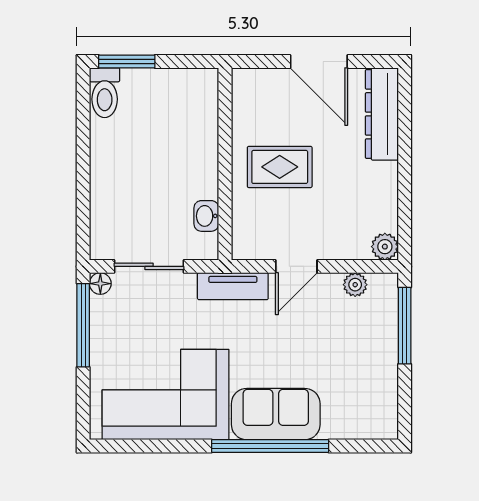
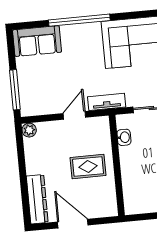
plant: (355, 285) -> (43, 109), removed
sofa: (276, 414) -> (37, 41), moved

